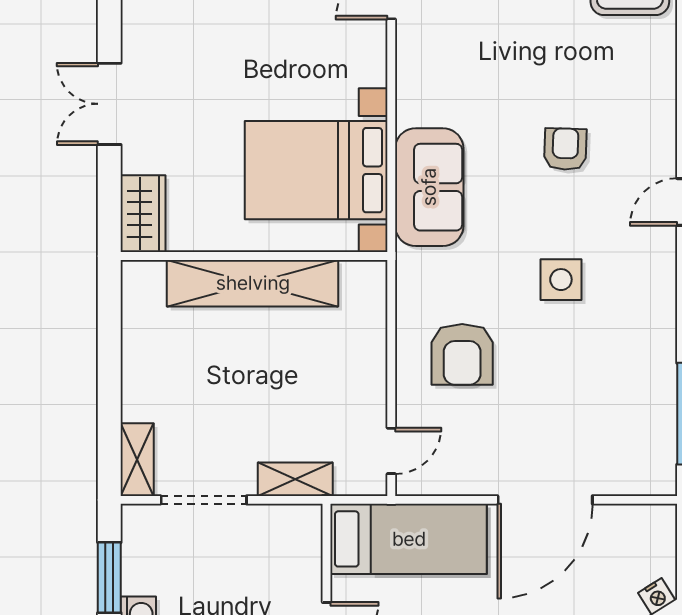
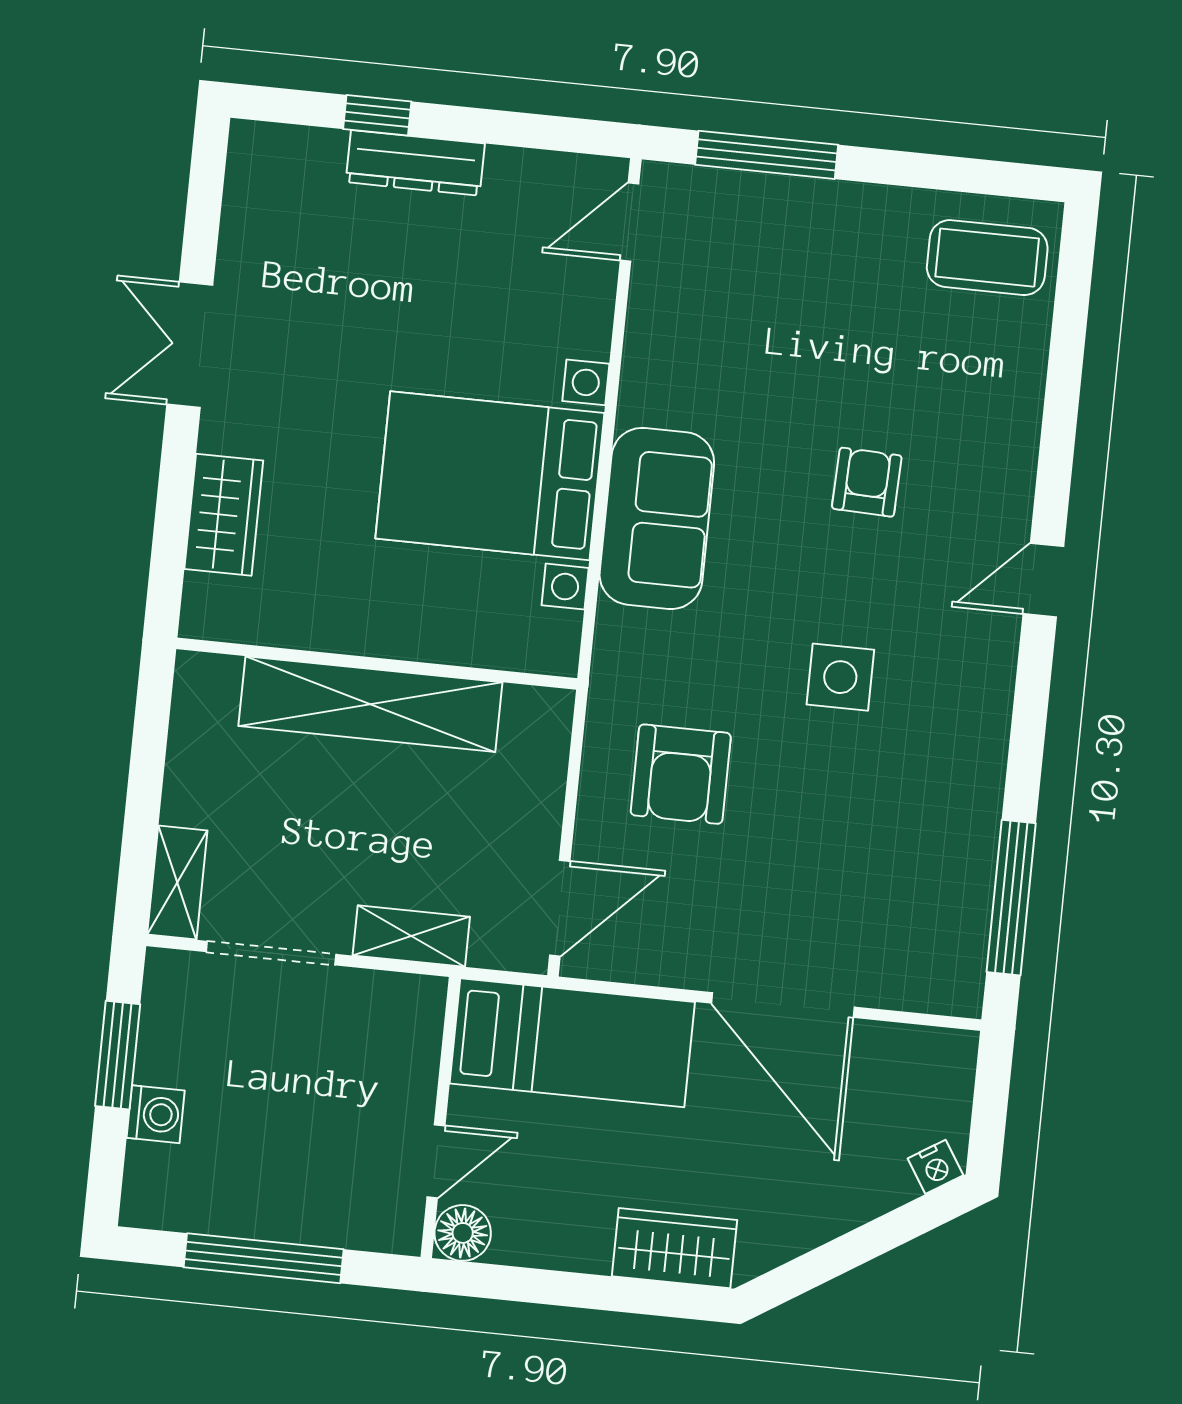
wall: (254, 256) -> (377, 664), moved
shelving: (253, 283) -> (370, 704), moved
door: (391, 451) -> (560, 908), width x1.38
door: (545, 500) -> (783, 1005), hinge flipped

